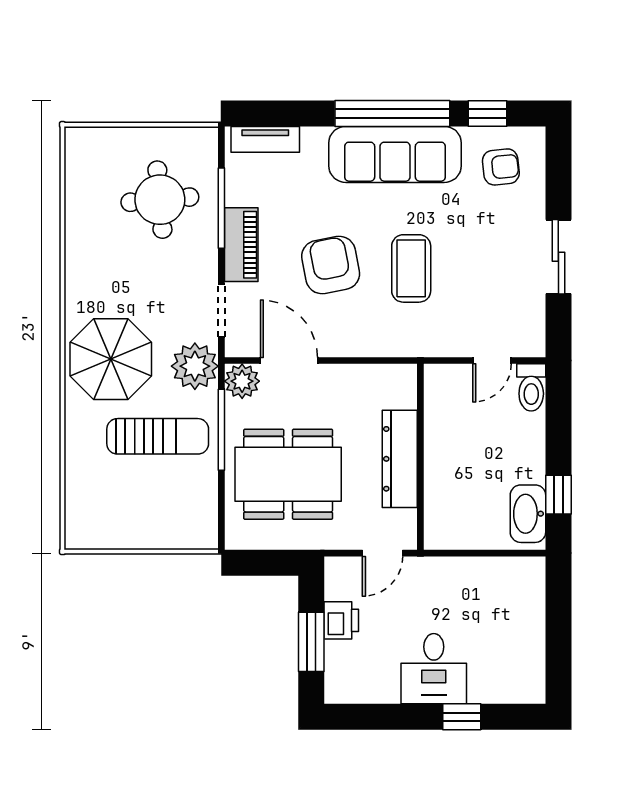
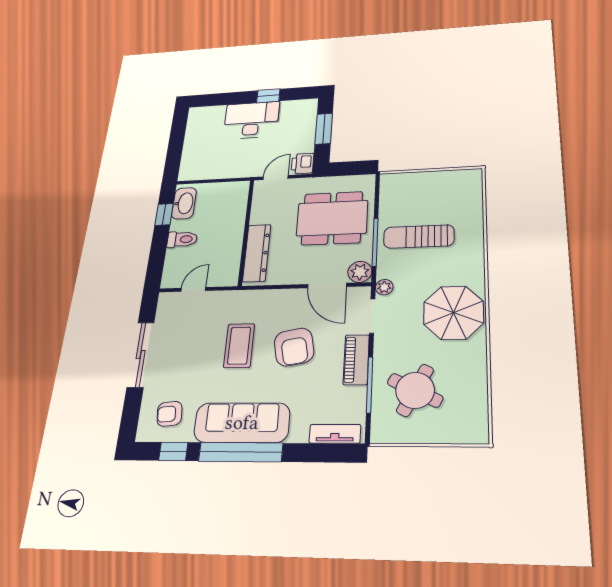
round table: (160, 200) -> (415, 390), turned 32
sliding door: (558, 257) -> (141, 355), width x1.37
parasol: (111, 359) -> (453, 313), moved
plant: (195, 366) -> (384, 287), width x0.53, depth x0.53
toilet: (531, 387) -> (182, 239), moved, turned 90
dresser: (400, 459) -> (257, 253), moved
printer: (341, 620) -> (302, 163), moved
desk: (434, 669) -> (251, 120), width x1.37
window: (462, 717) -> (268, 96), moved

